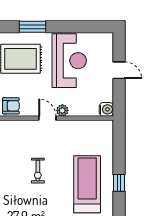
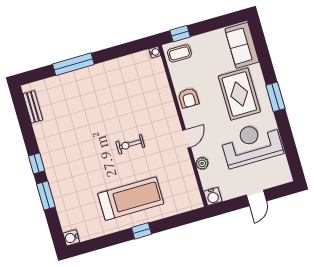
reception desk: (69, 61) -> (252, 144), turned 180
plant: (62, 110) -> (202, 163), moved

